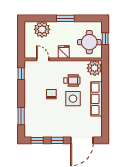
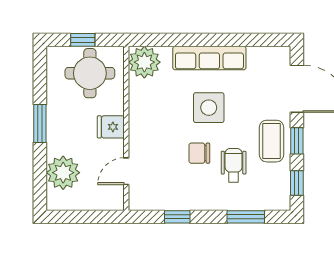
window: (21, 74) -> (177, 217), moved
wheelchair: (72, 80) -> (234, 165), moved
coffee table: (57, 128) -> (272, 141), added

